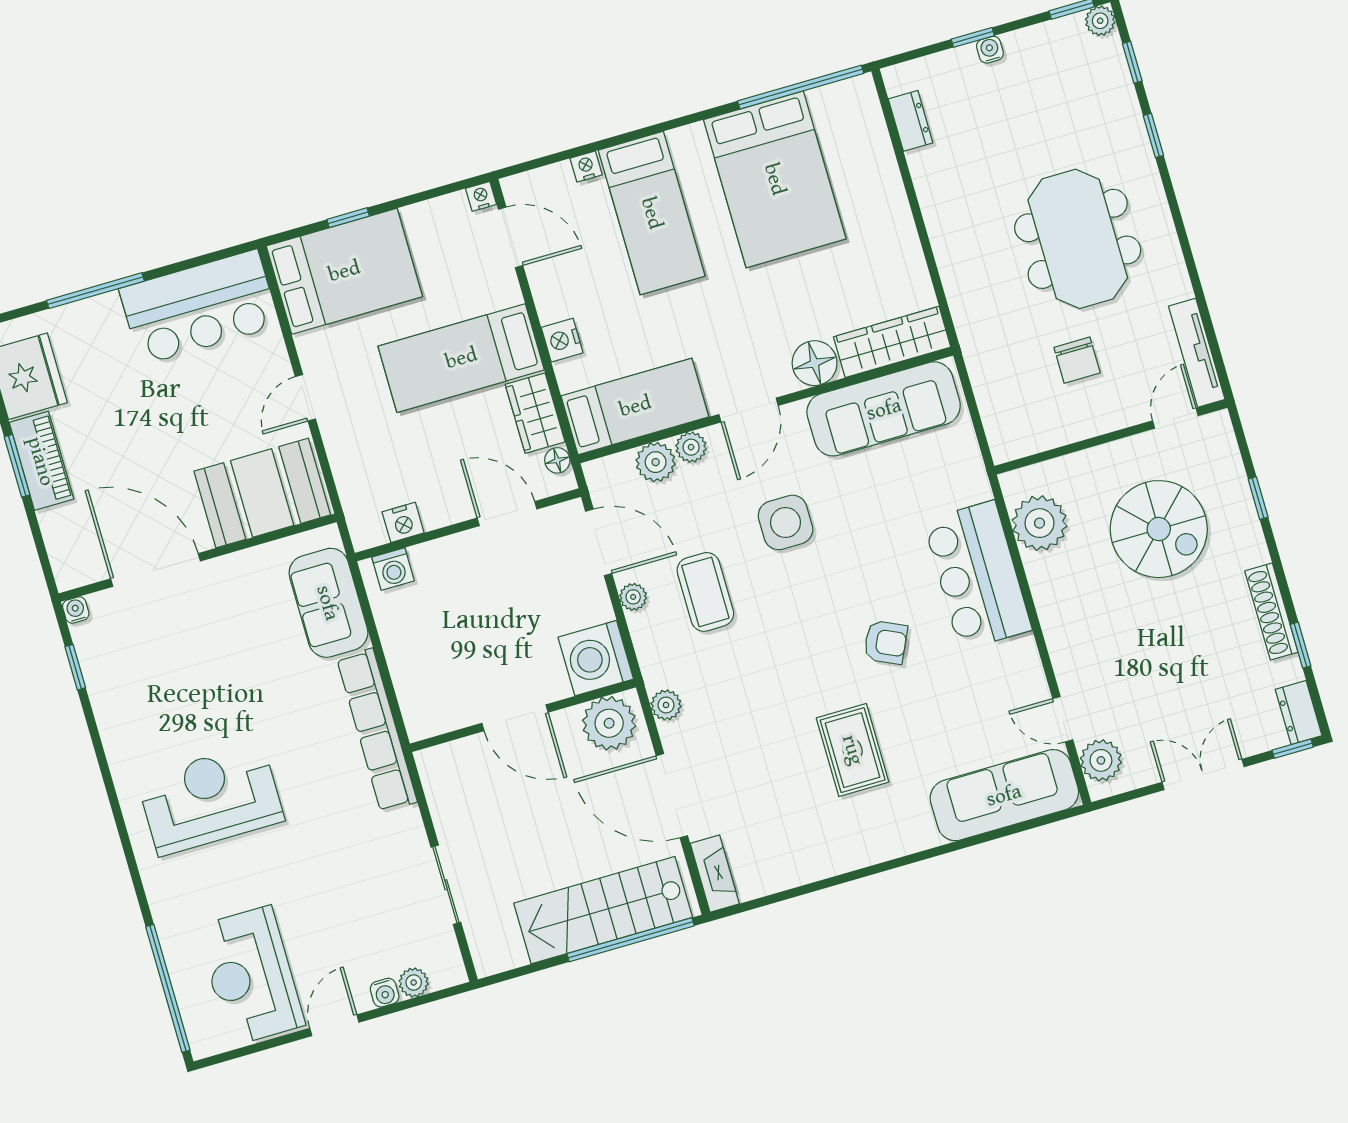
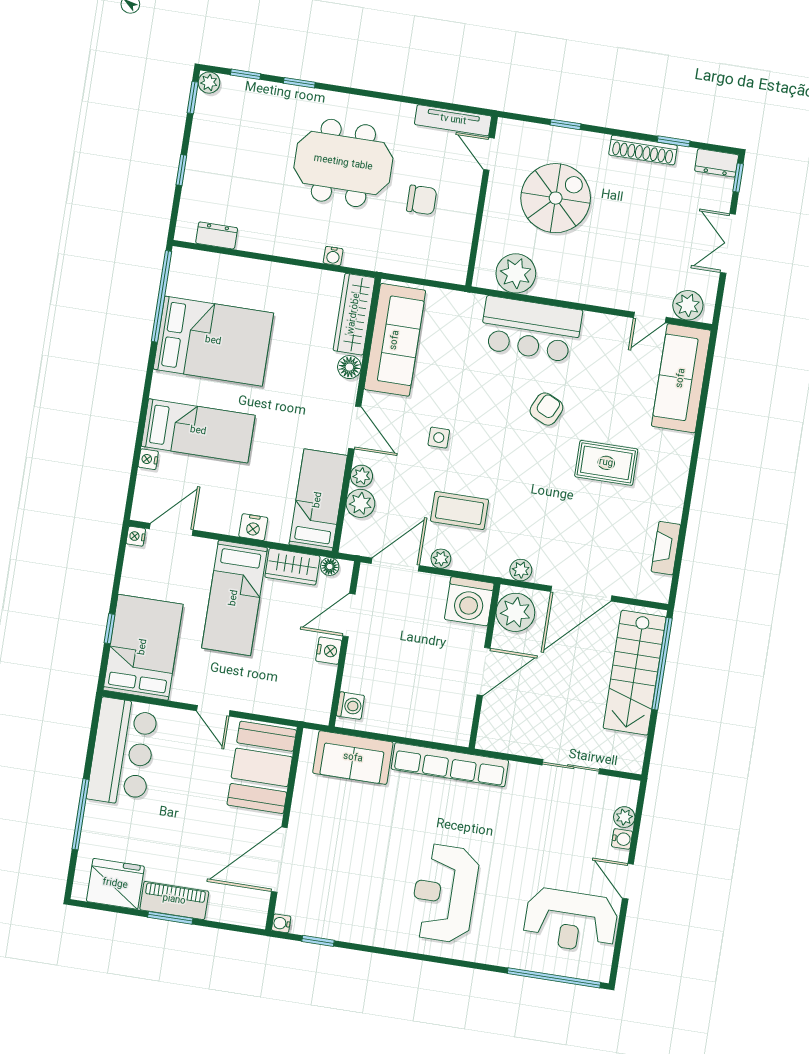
water cooler: (990, 50) -> (333, 256), moved, turned -90
floor lamp: (815, 363) -> (349, 367), width x0.73, depth x0.73
nightstand: (403, 522) -> (329, 651), moved
side table: (786, 522) -> (439, 438), width x0.54, depth x0.54
fireplace: (715, 874) -> (666, 548), moved, turned -90

